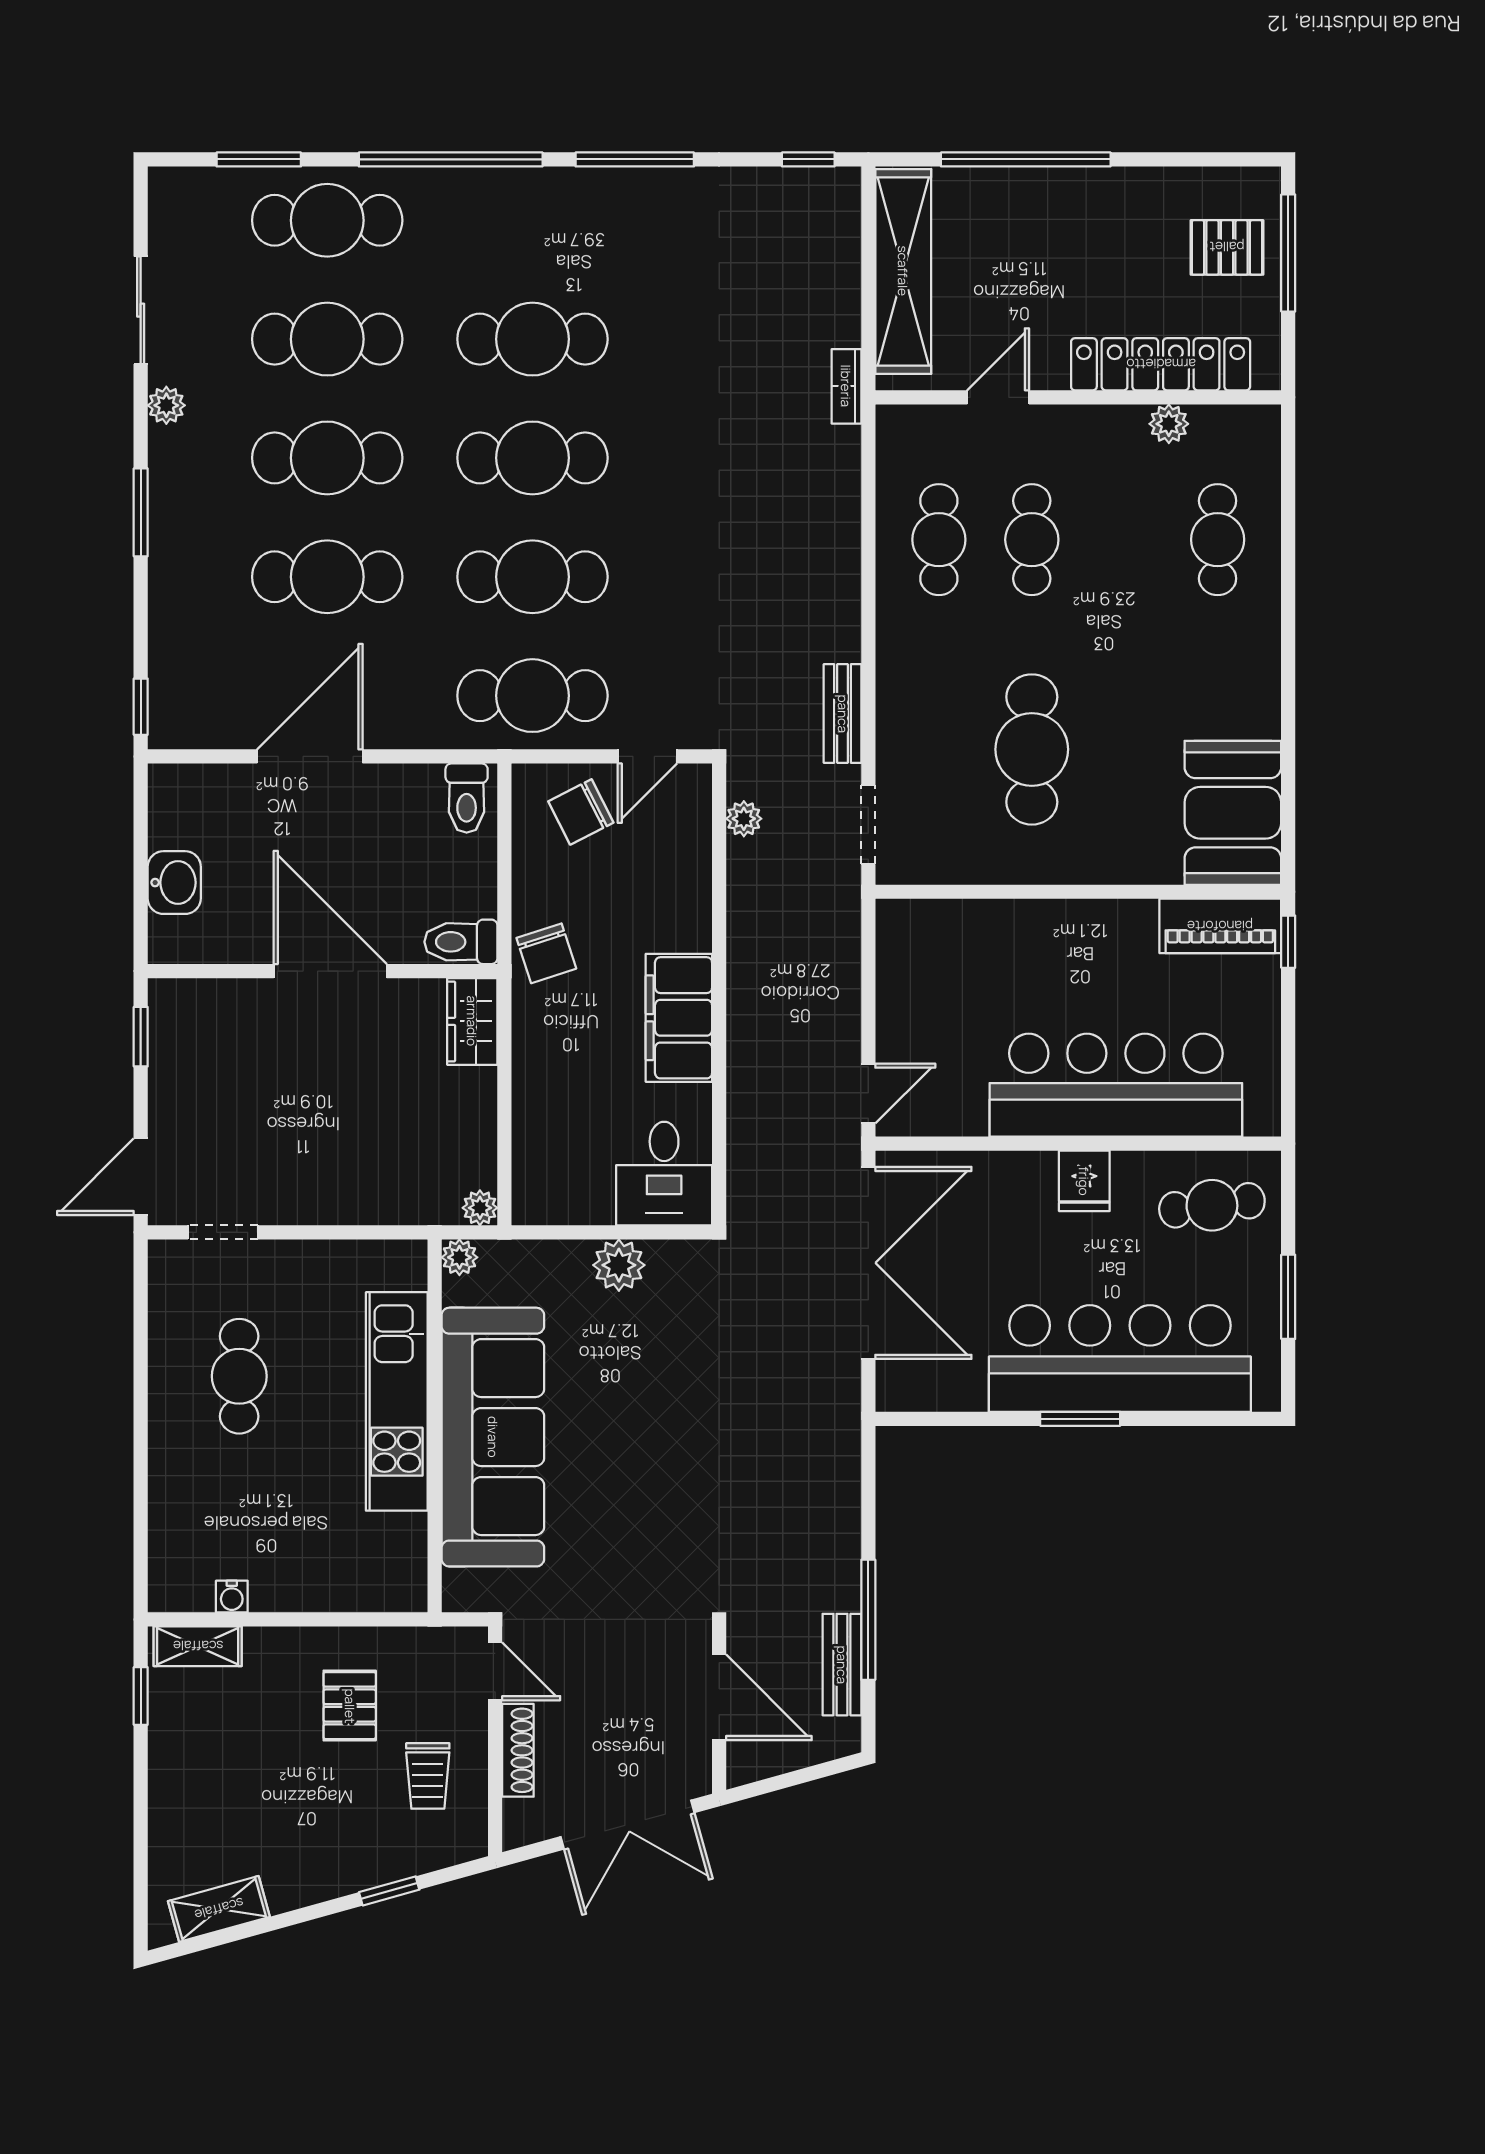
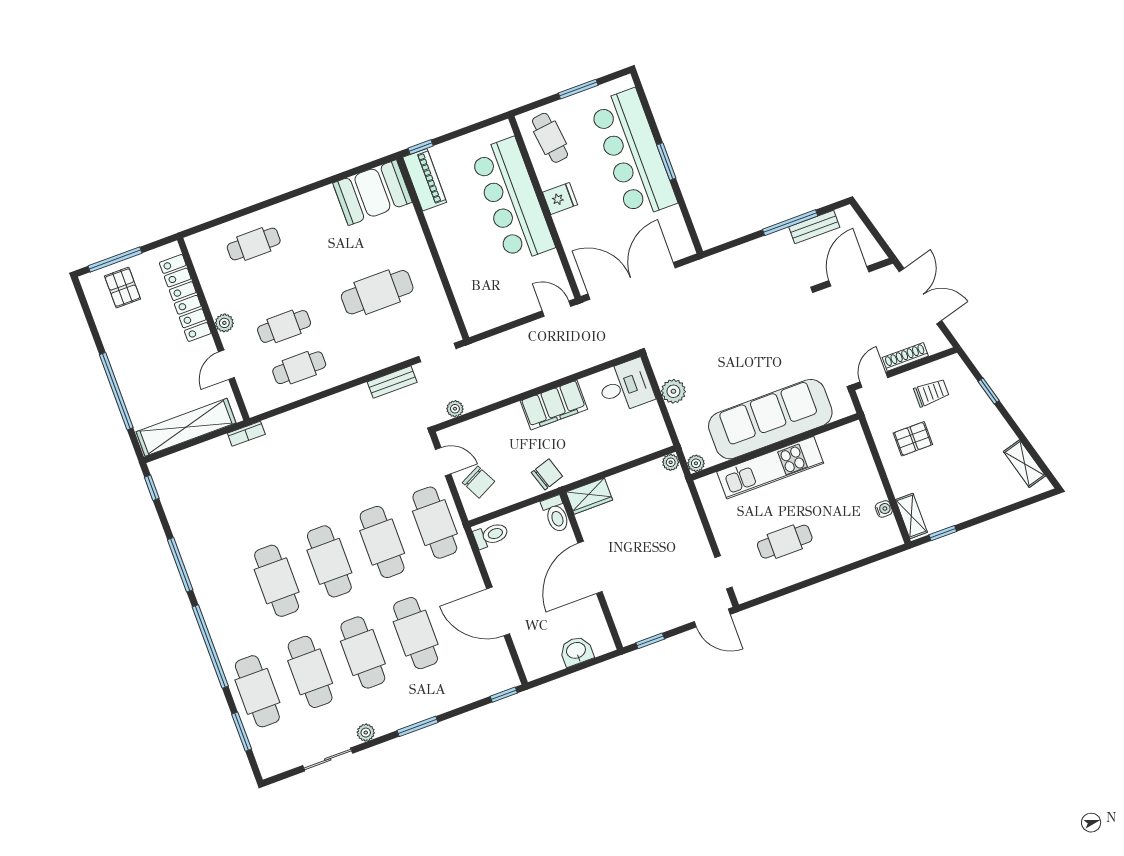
door: (998, 397) -> (226, 365), hinge flipped
plant: (1169, 424) -> (224, 323), moved

